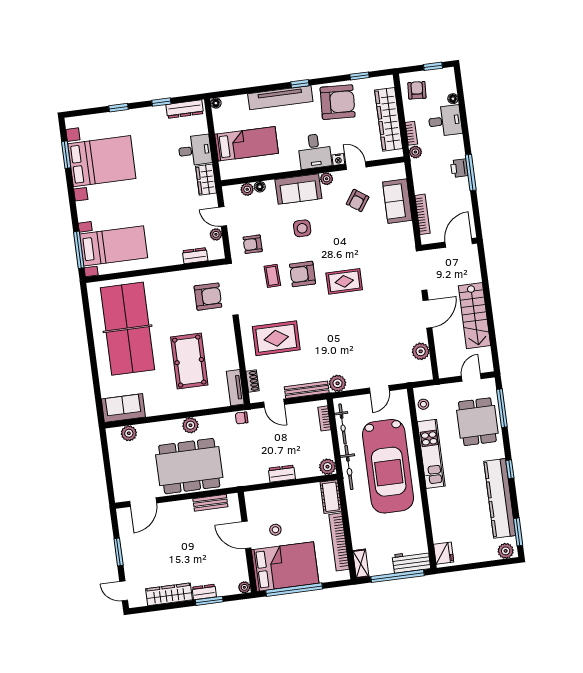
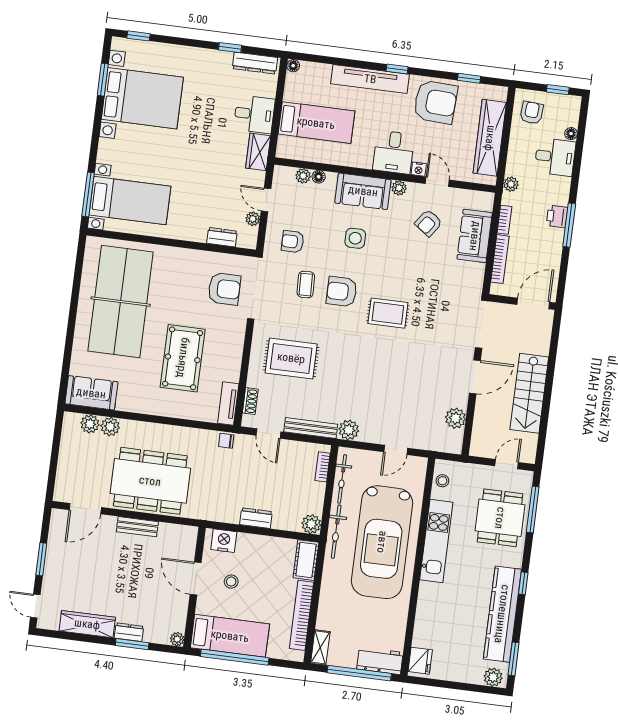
window: (119, 108) -> (138, 36), moved
bookcase: (411, 133) -> (504, 220), moved
plant: (190, 425) -> (110, 427), moved
nightstand: (261, 499) -> (224, 541), added
bench: (210, 503) -> (137, 527), moved
bed: (285, 567) -> (230, 636), width x0.67

